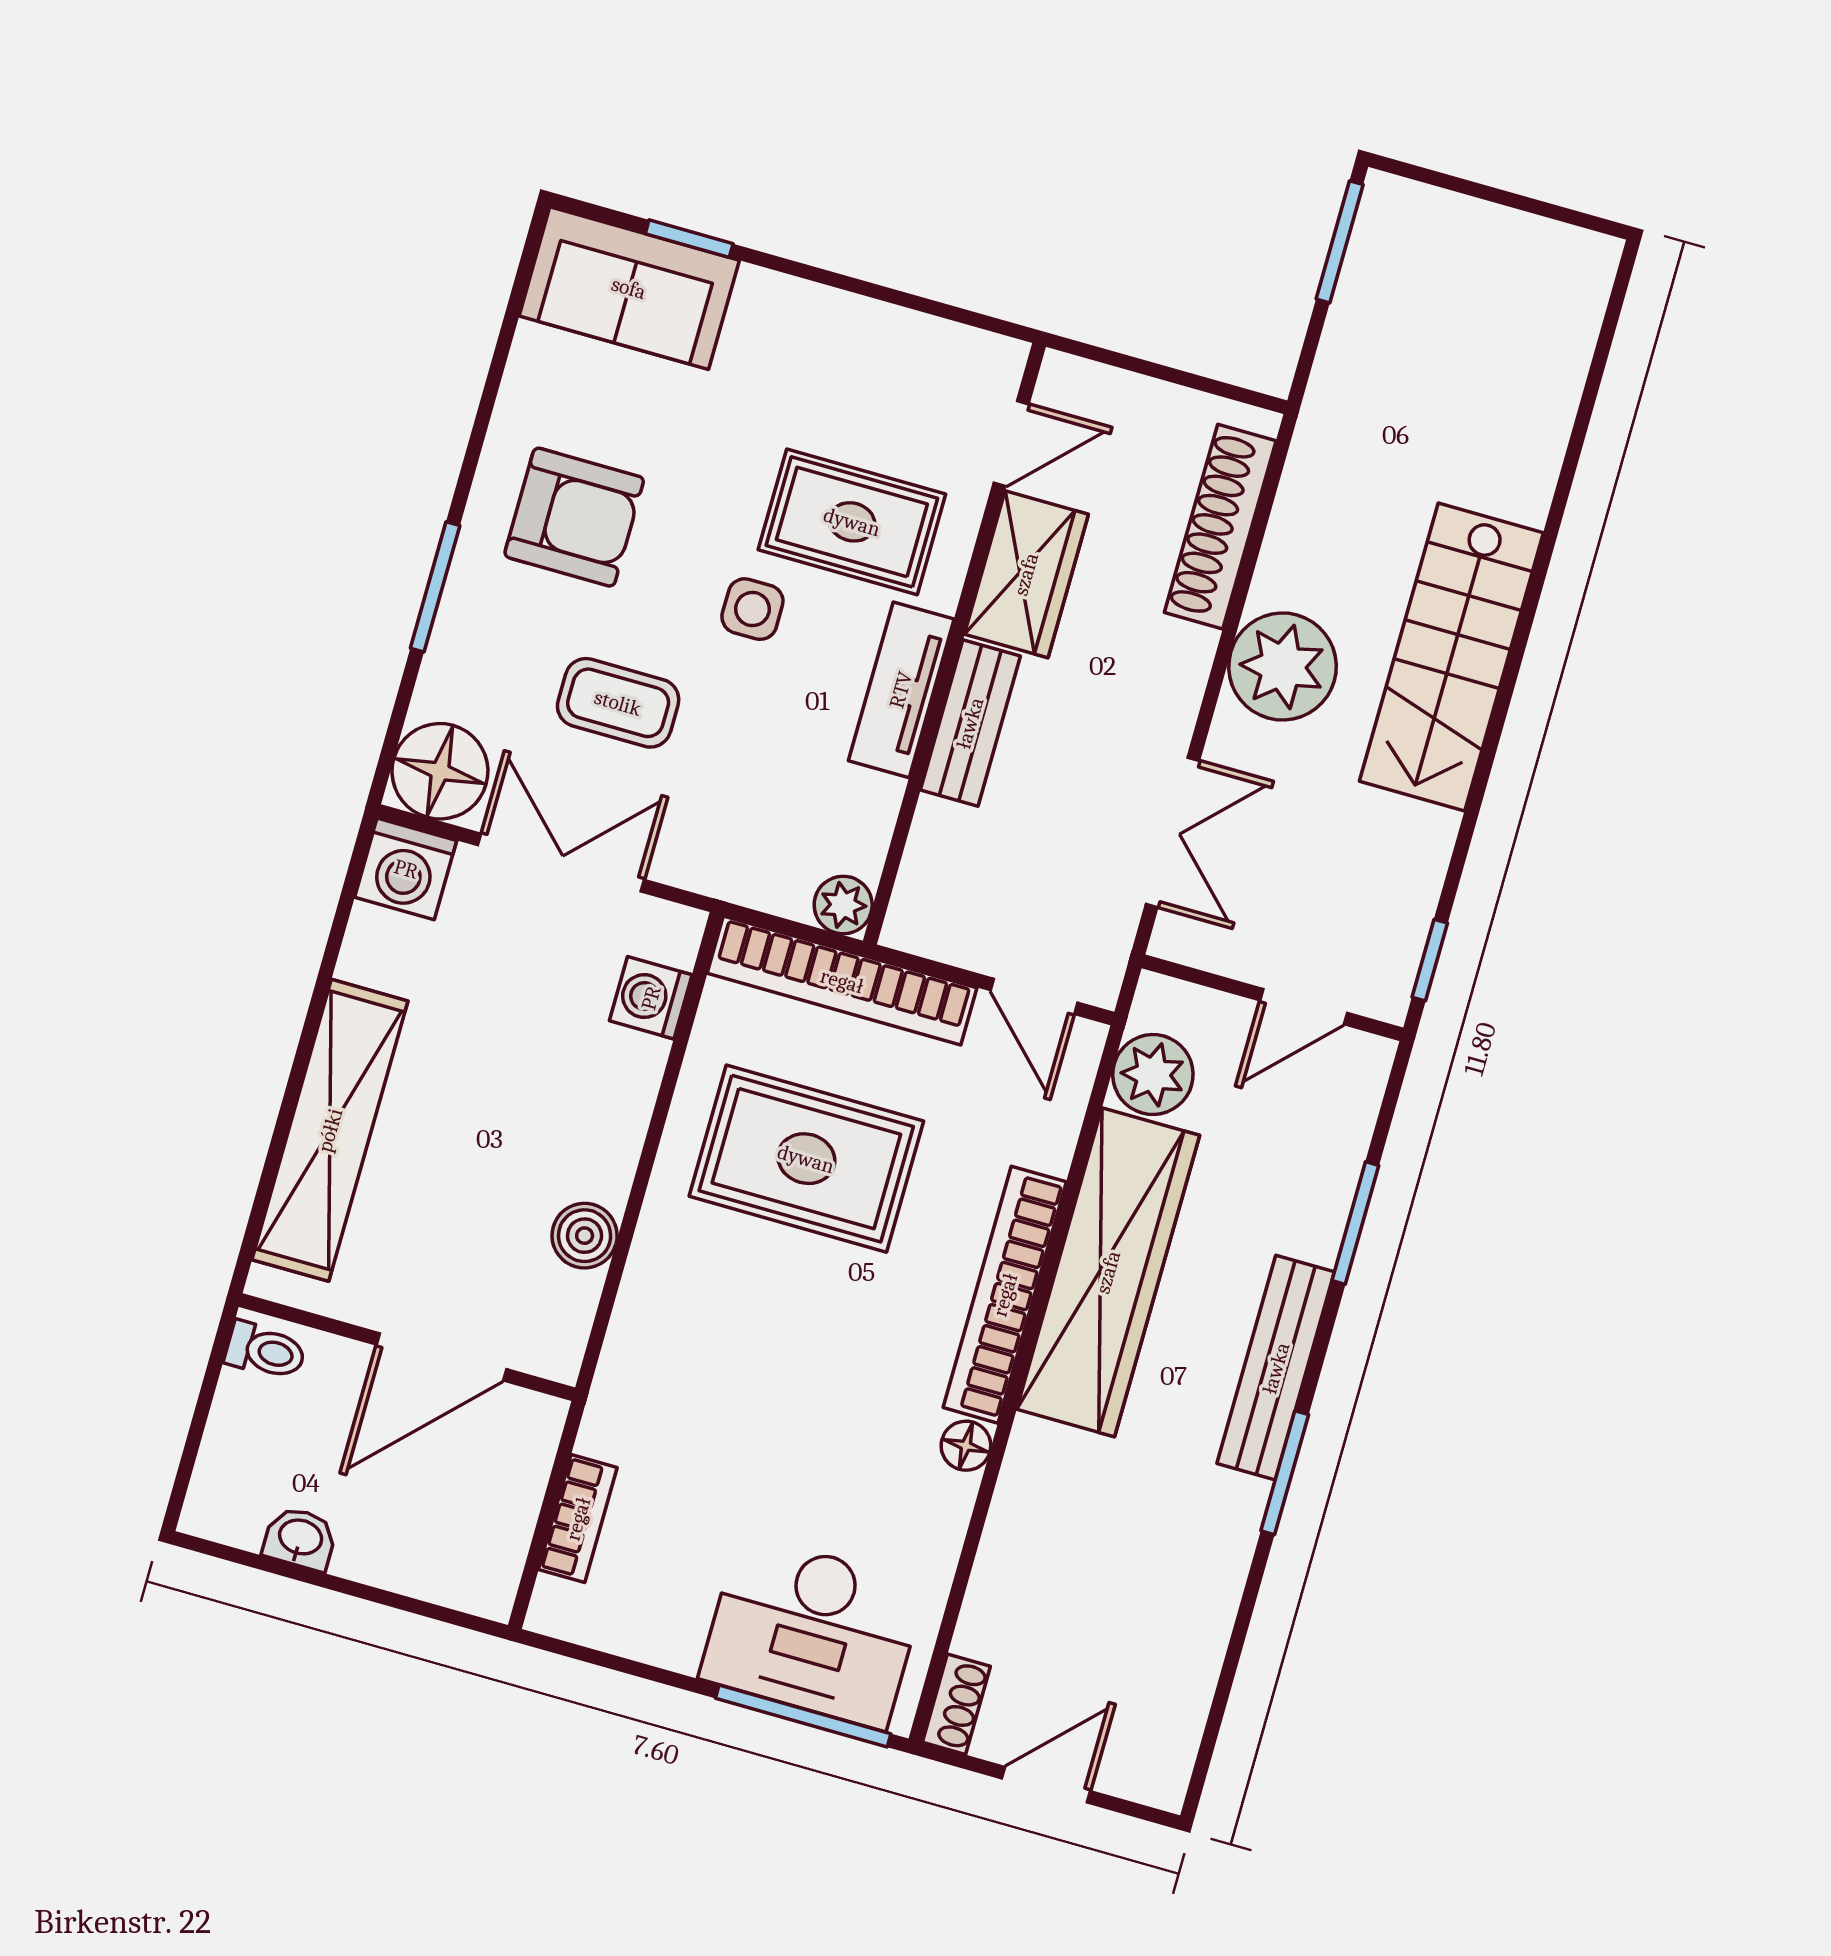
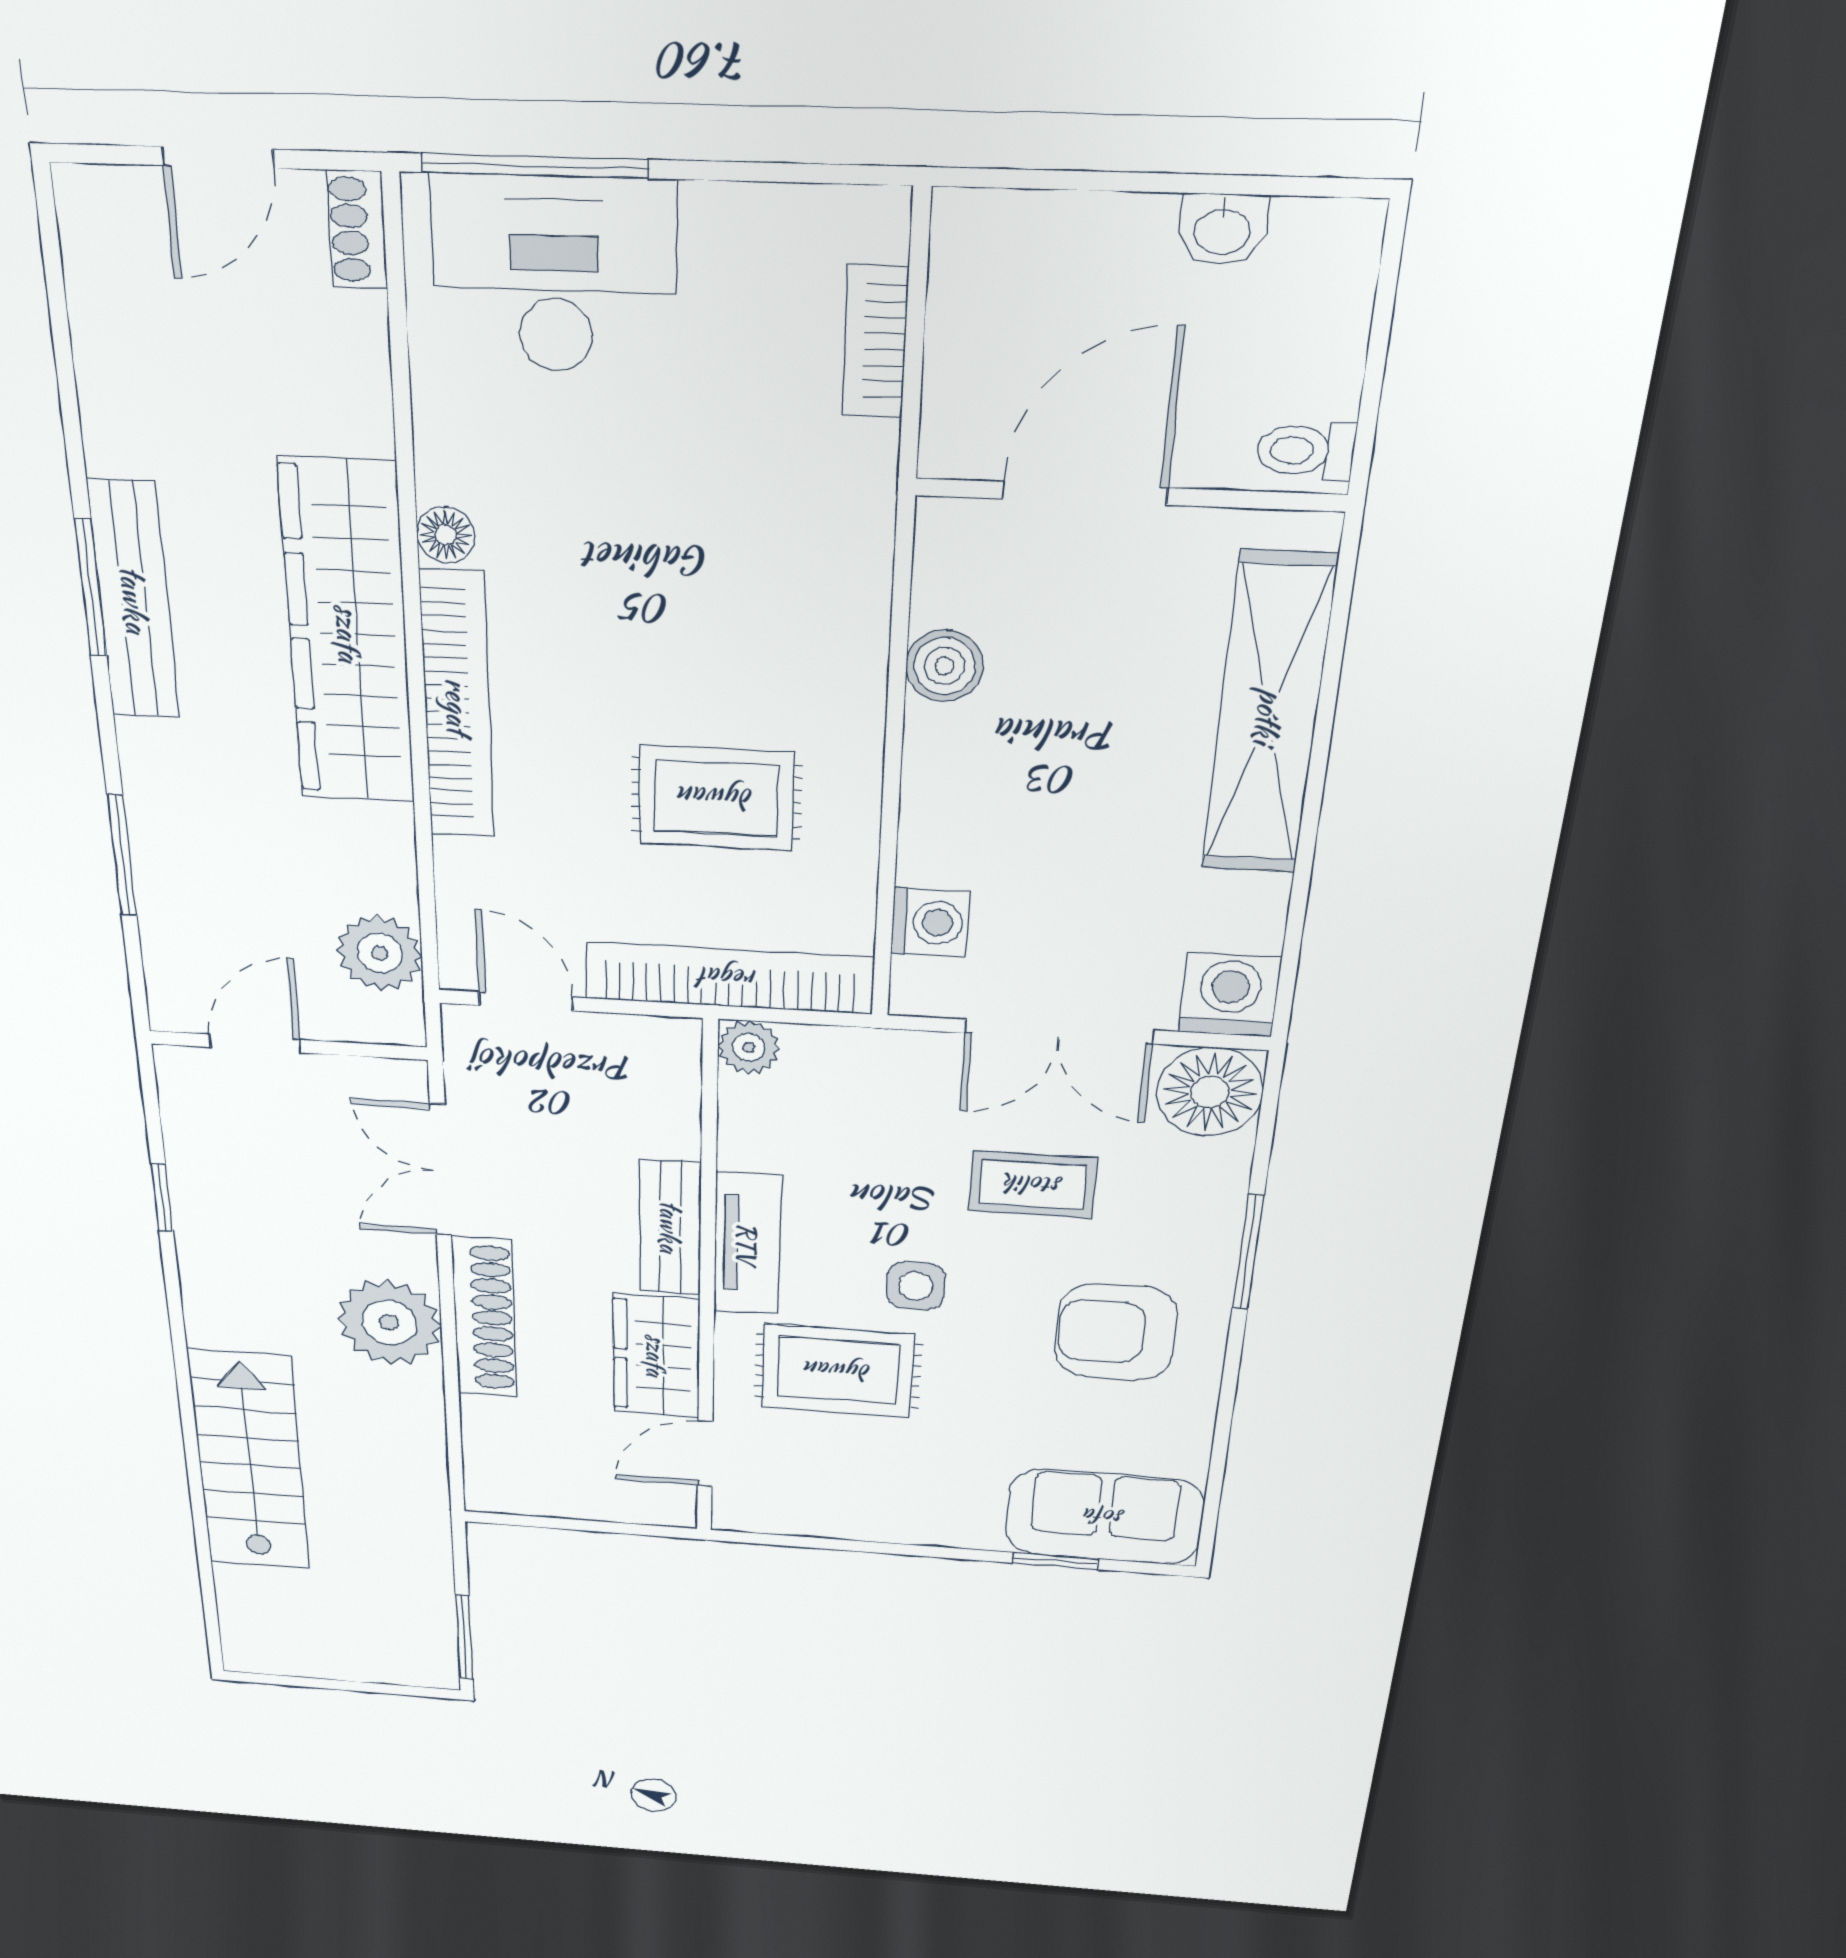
shoe rack: (1220, 527) -> (485, 1318), moved
stairs: (1451, 657) -> (250, 1461), moved
window: (1430, 960) -> (162, 1197), moved
rug: (806, 1159) -> (716, 798), width x0.73, depth x0.70
wardrobe: (1108, 1272) -> (348, 634), moved
bench: (1276, 1368) -> (134, 600), moved

